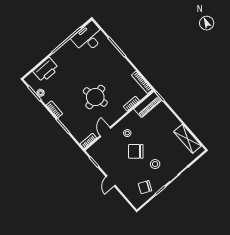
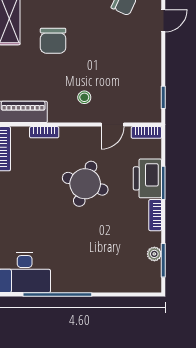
printer: (46, 70) -> (147, 178), moved, turned -90
round table: (95, 97) -> (85, 184), turned 33
chair: (136, 151) -> (53, 41), moved, turned 49
stool: (155, 164) -> (83, 22), removed
door: (111, 181) -> (163, 21), moved

